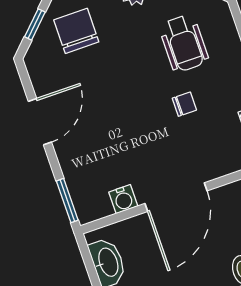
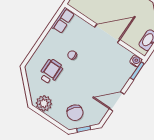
chair: (76, 31) -> (75, 113), turned -48
water cooler: (123, 199) -> (136, 61), moved

